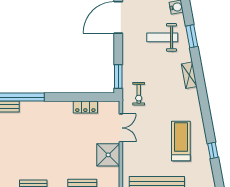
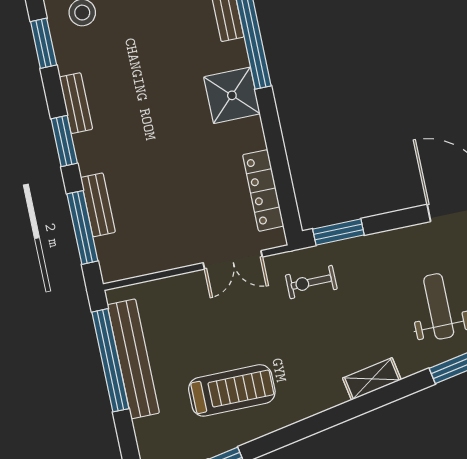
locker: (85, 107) -> (263, 190), width x1.53
shower: (108, 155) -> (232, 95), moved

